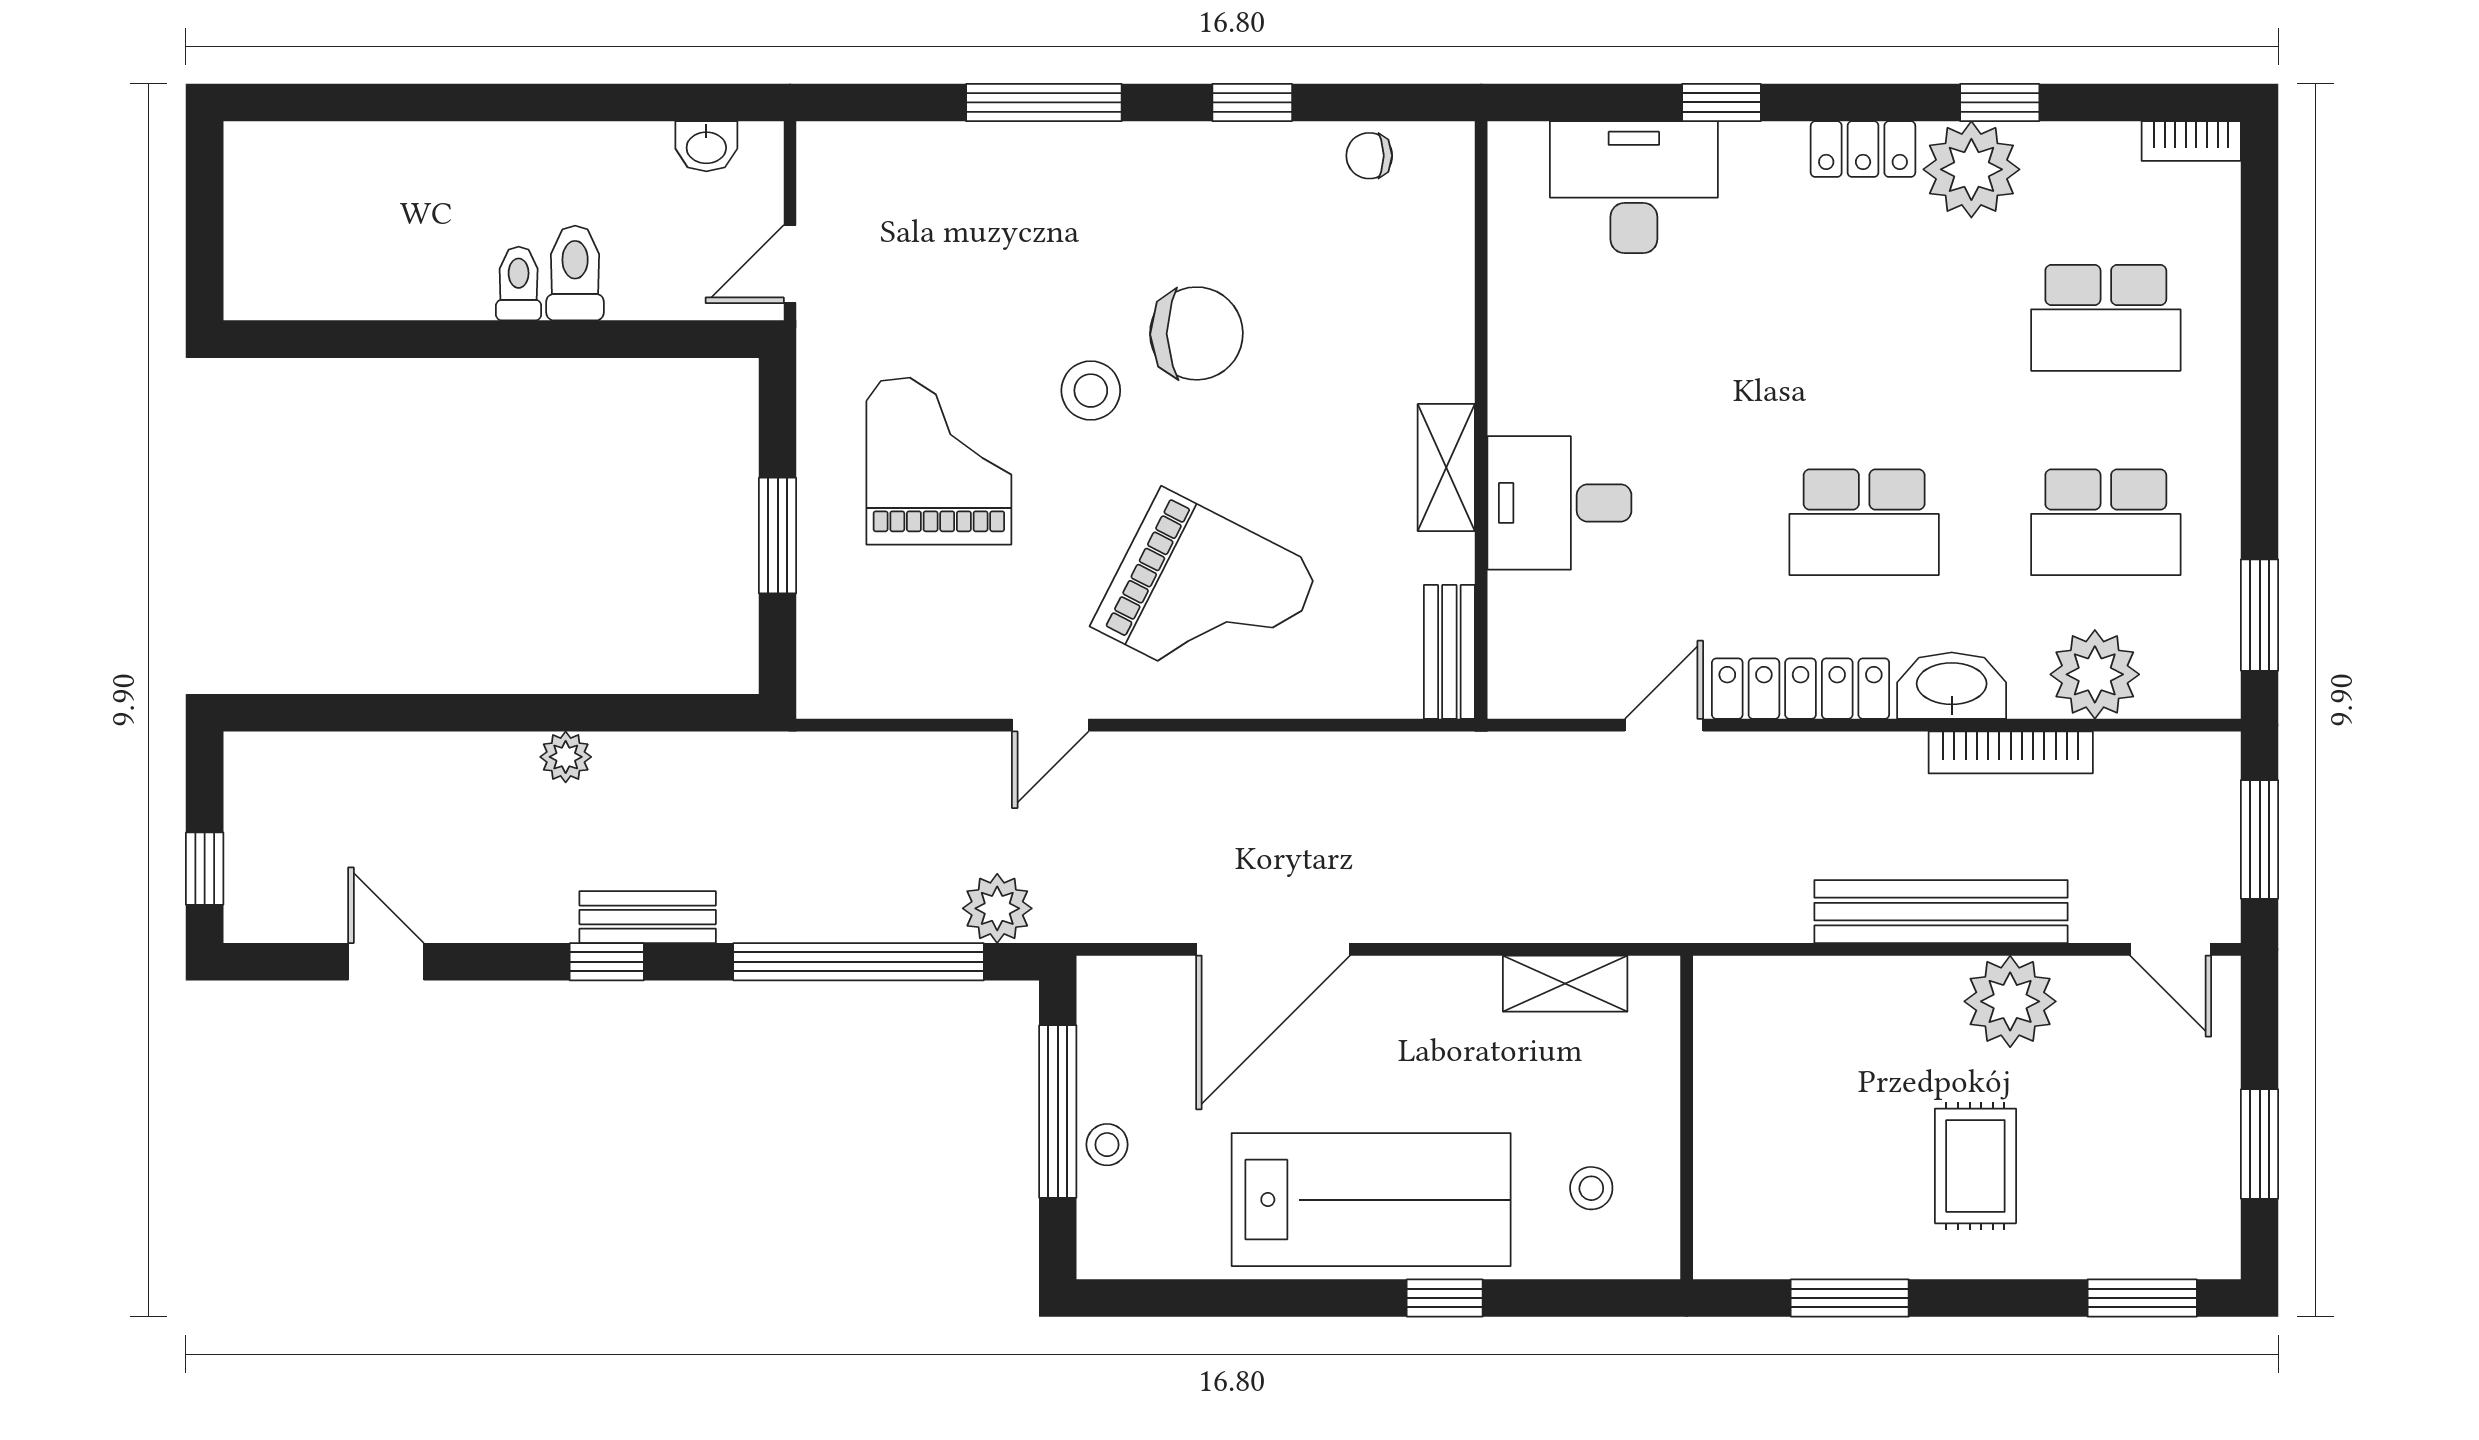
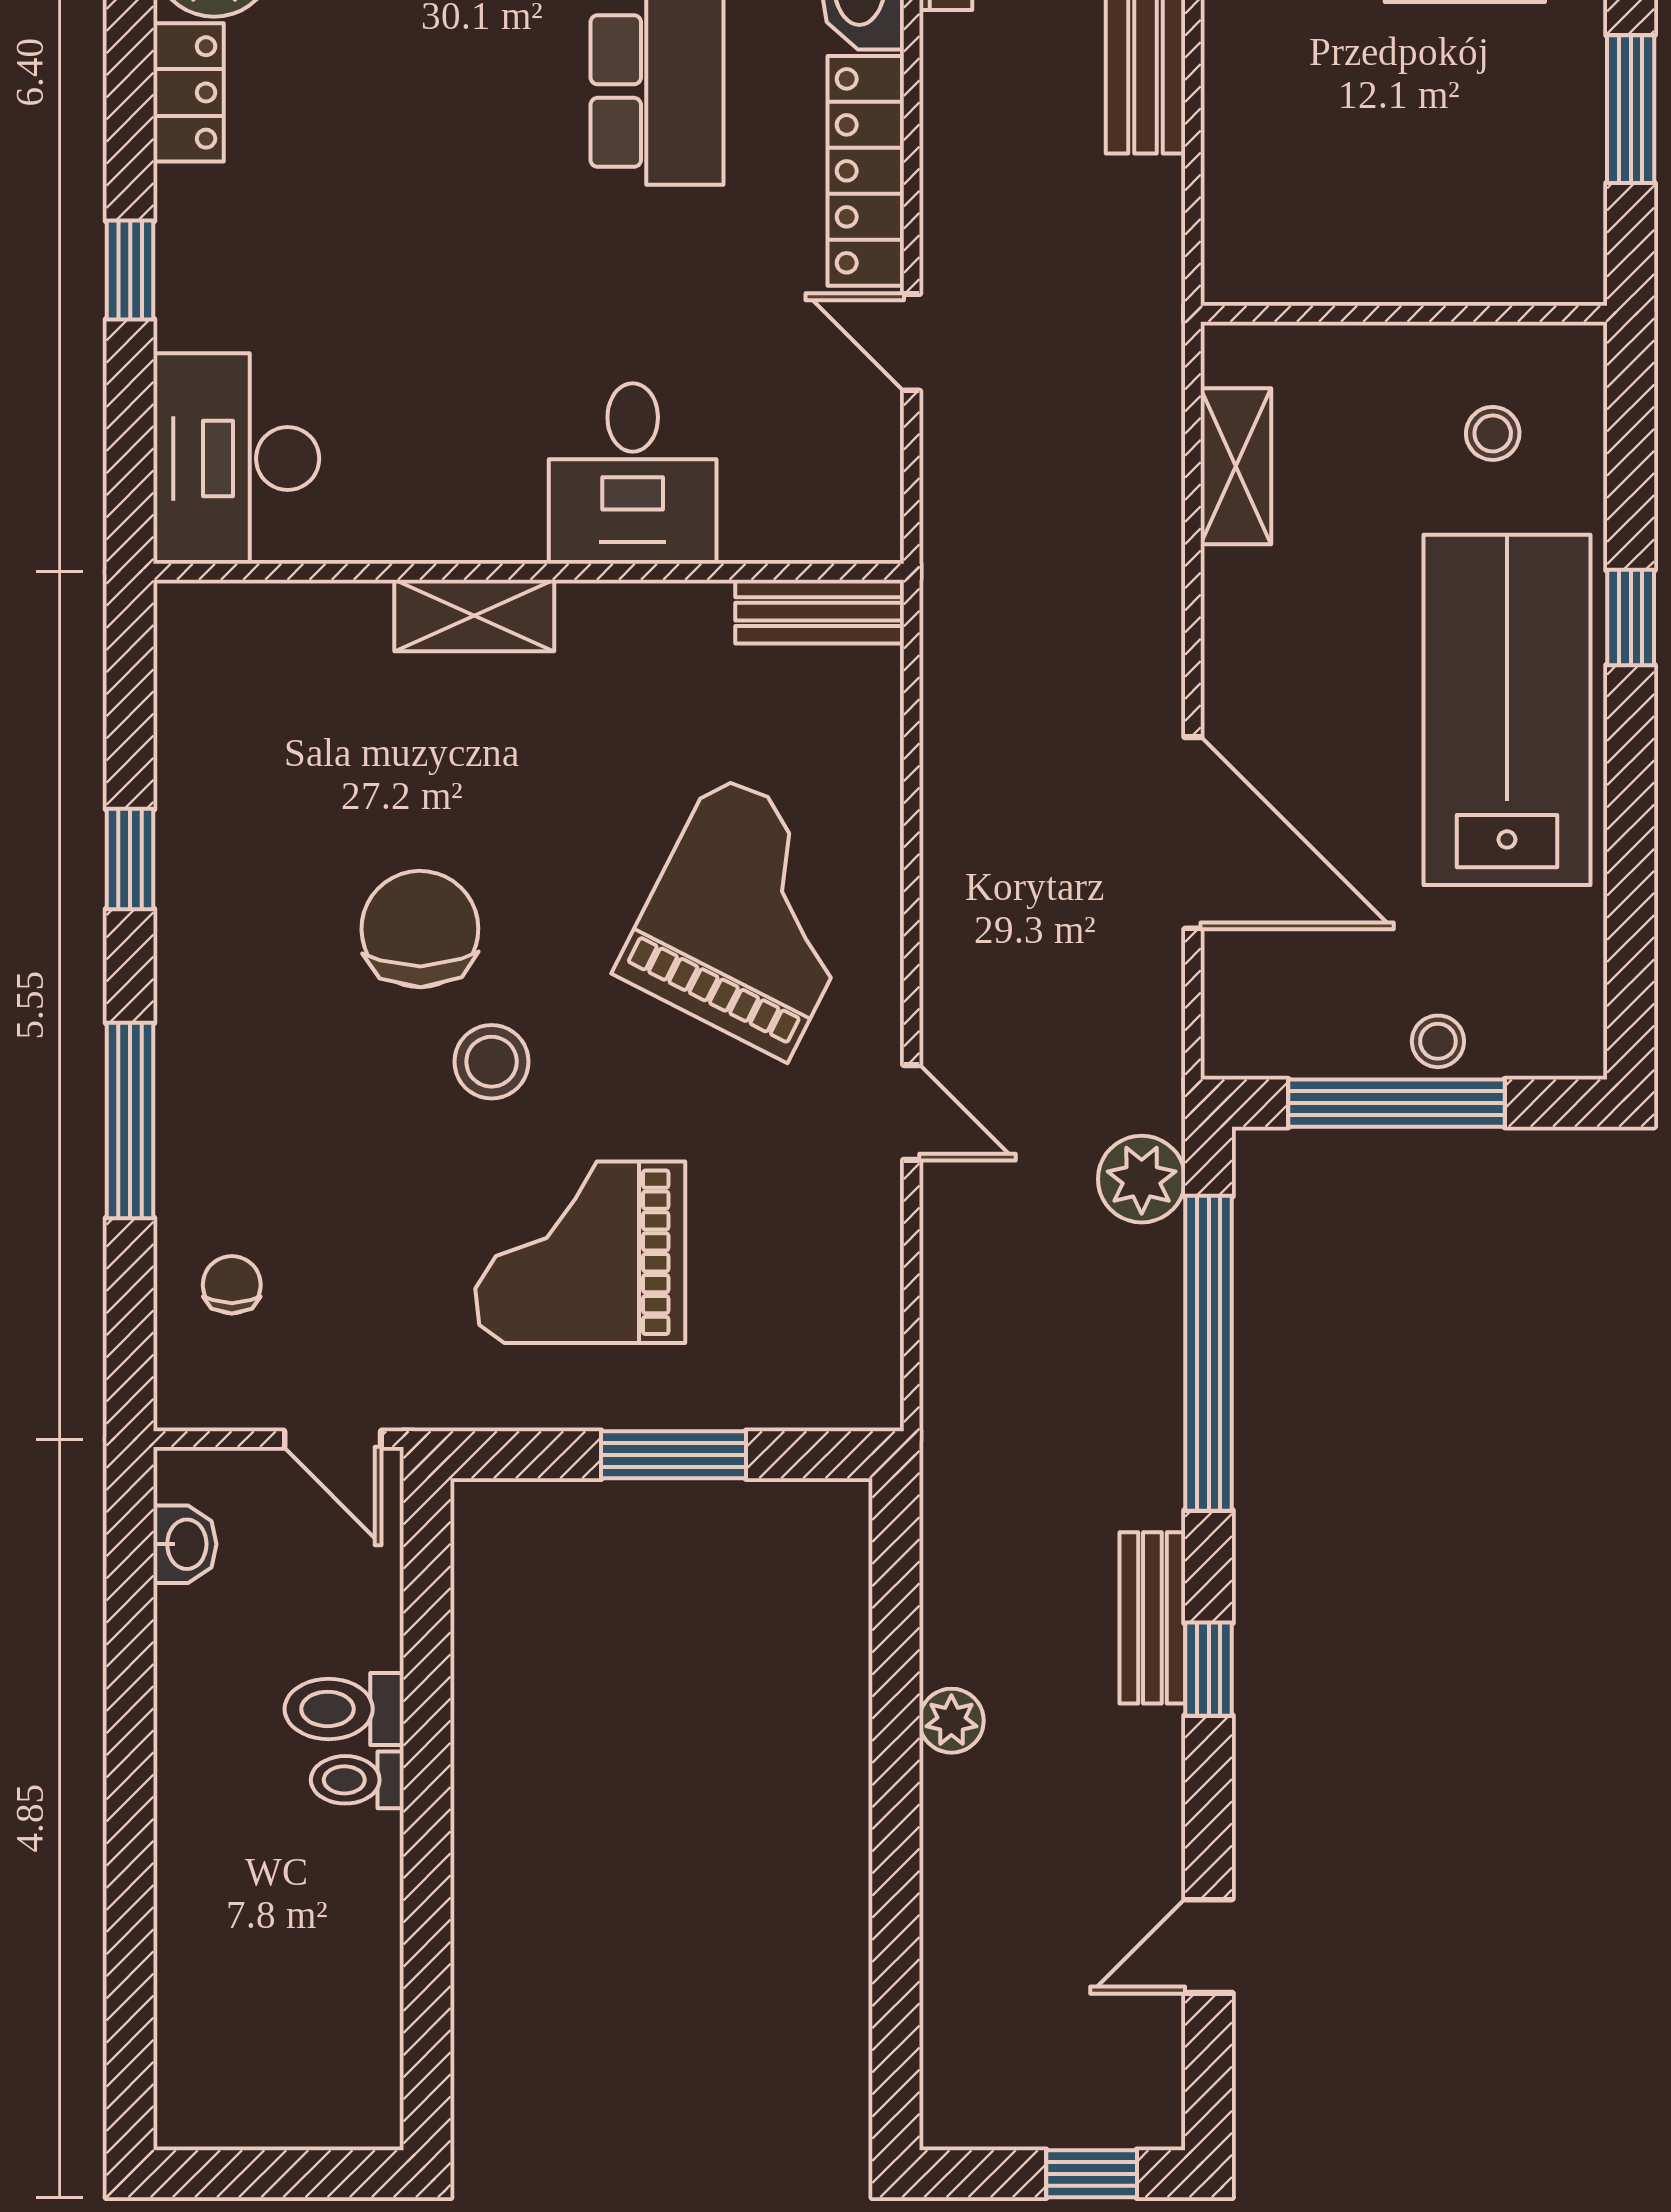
chair: (1369, 156) -> (232, 1285), moved, turned 180
desk: (1634, 187) -> (236, 459), moved
shelving: (1446, 468) -> (474, 615), moved

